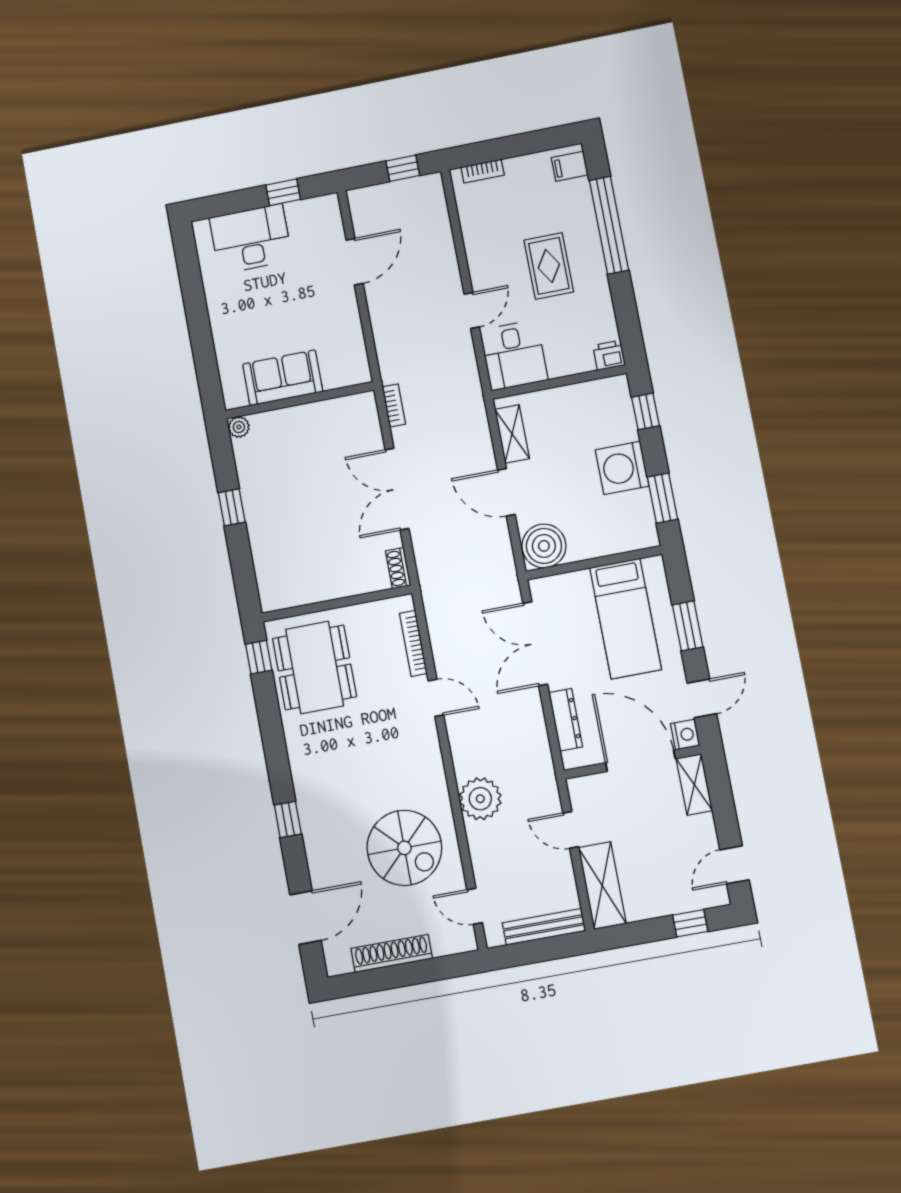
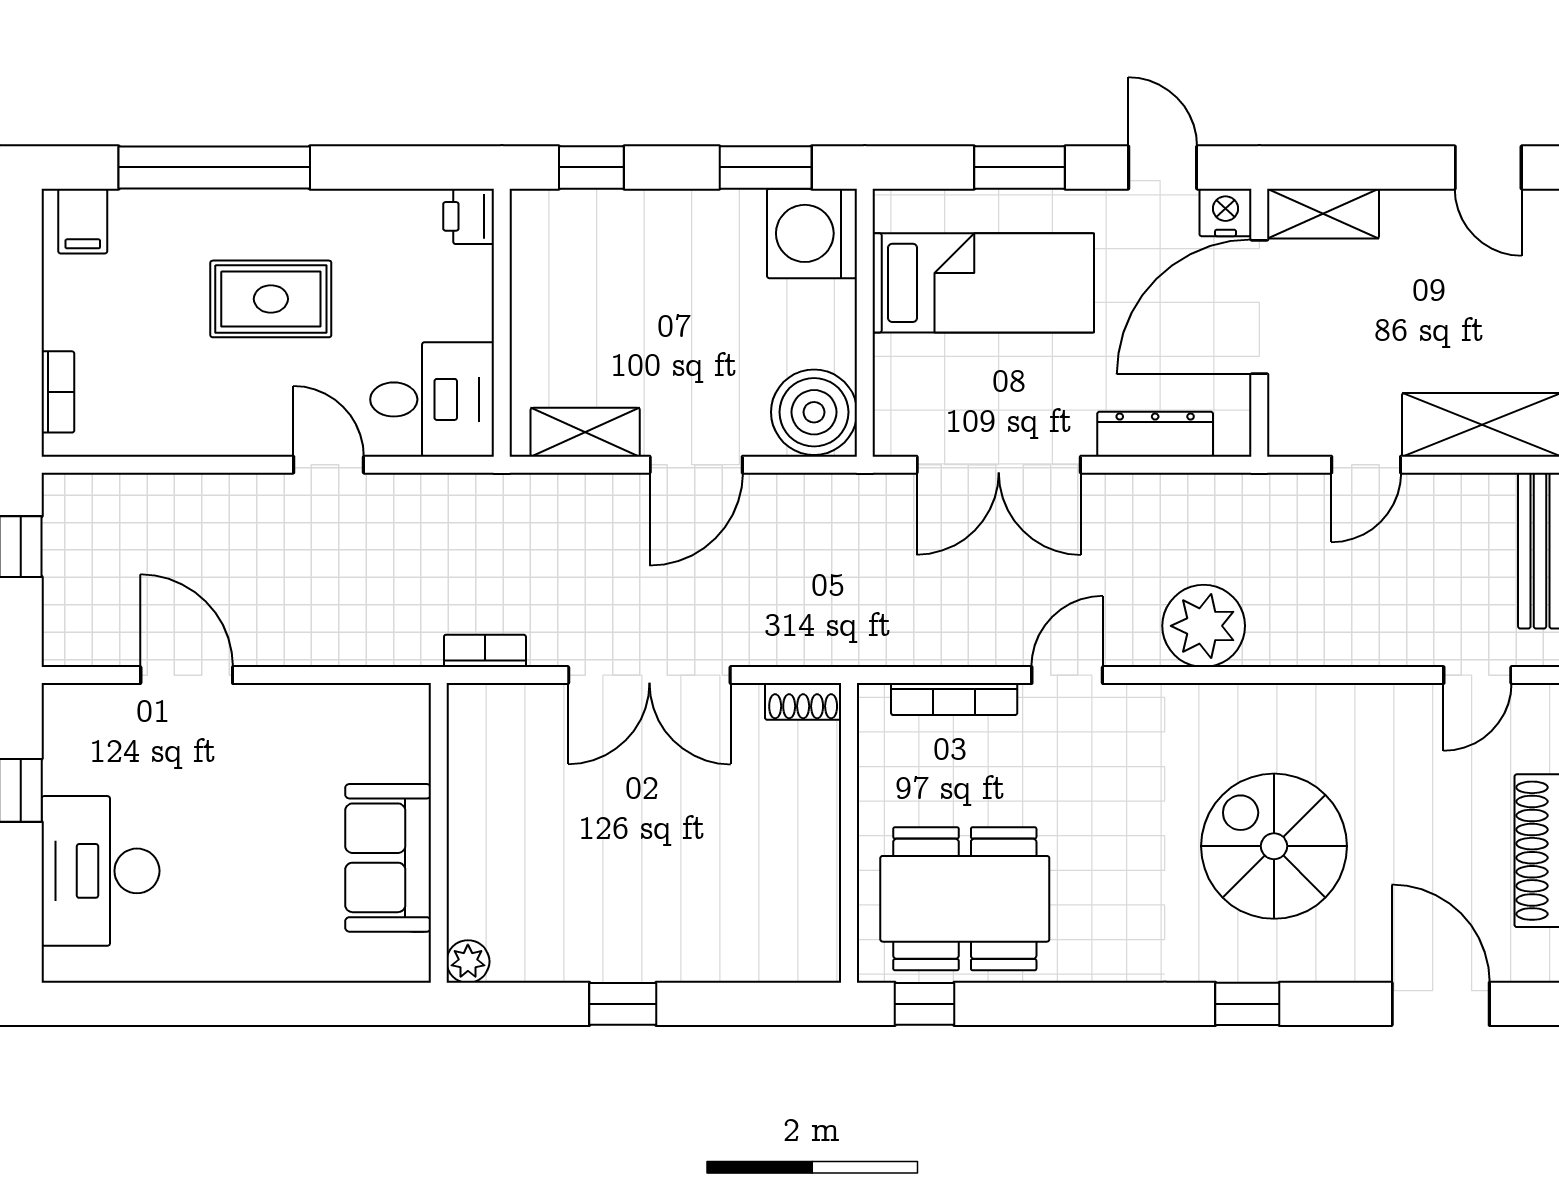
washing machine: (622, 468) -> (812, 233), moved, turned 90
plant: (480, 799) -> (1204, 626), moved
spiral stairs: (404, 848) -> (1274, 846), moved, turned -90

